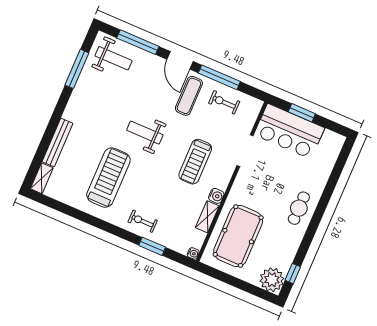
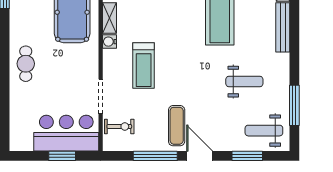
window: (138, 42) -> (247, 156), width x0.69
exercise bike: (224, 102) -> (119, 126), moved
weight bench: (145, 133) -> (244, 82), moved
treadmill: (195, 162) -> (144, 66), turned 180

